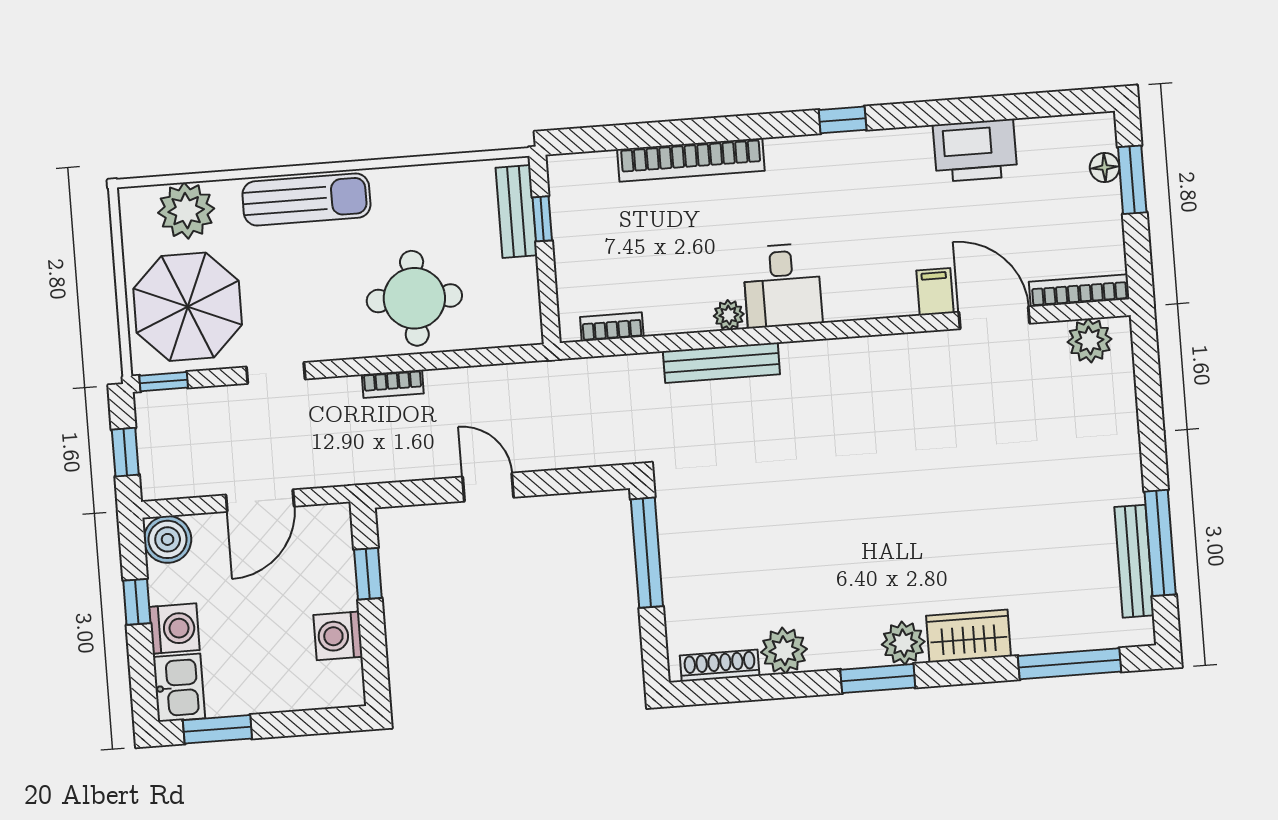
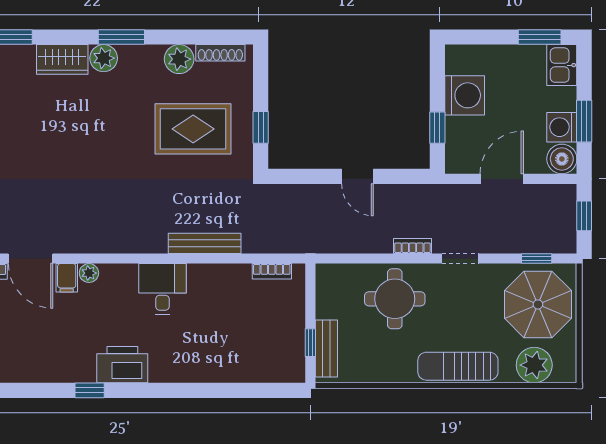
window: (843, 120) -> (90, 390), moved
printer: (975, 151) -> (122, 365), moved
bookcase: (691, 160) -> (214, 373), removed
plant: (729, 315) -> (89, 273), moved
doorway: (276, 373) -> (460, 258), moved
window: (164, 382) -> (537, 258), moved
rug: (754, 542) -> (193, 129), added
window: (647, 553) -> (261, 127), width x0.46
window: (137, 602) -> (584, 121), width x1.50
washing machine: (174, 628) -> (562, 127), moved
washing machine: (338, 636) -> (465, 95), width x1.37, depth x1.37

